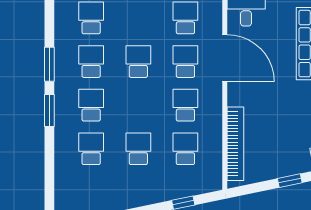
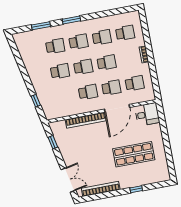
window: (49, 64) -> (41, 26), moved
bookcase: (235, 144) -> (86, 120), moved
school desk: (185, 149) -> (83, 67), moved
window: (290, 181) -> (53, 142), moved

